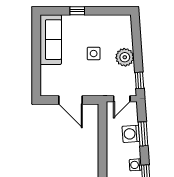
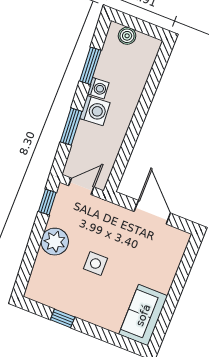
window: (77, 11) -> (63, 318), moved
sofa: (51, 40) -> (143, 315), width x0.73
washing machine: (131, 134) -> (95, 111), moved

